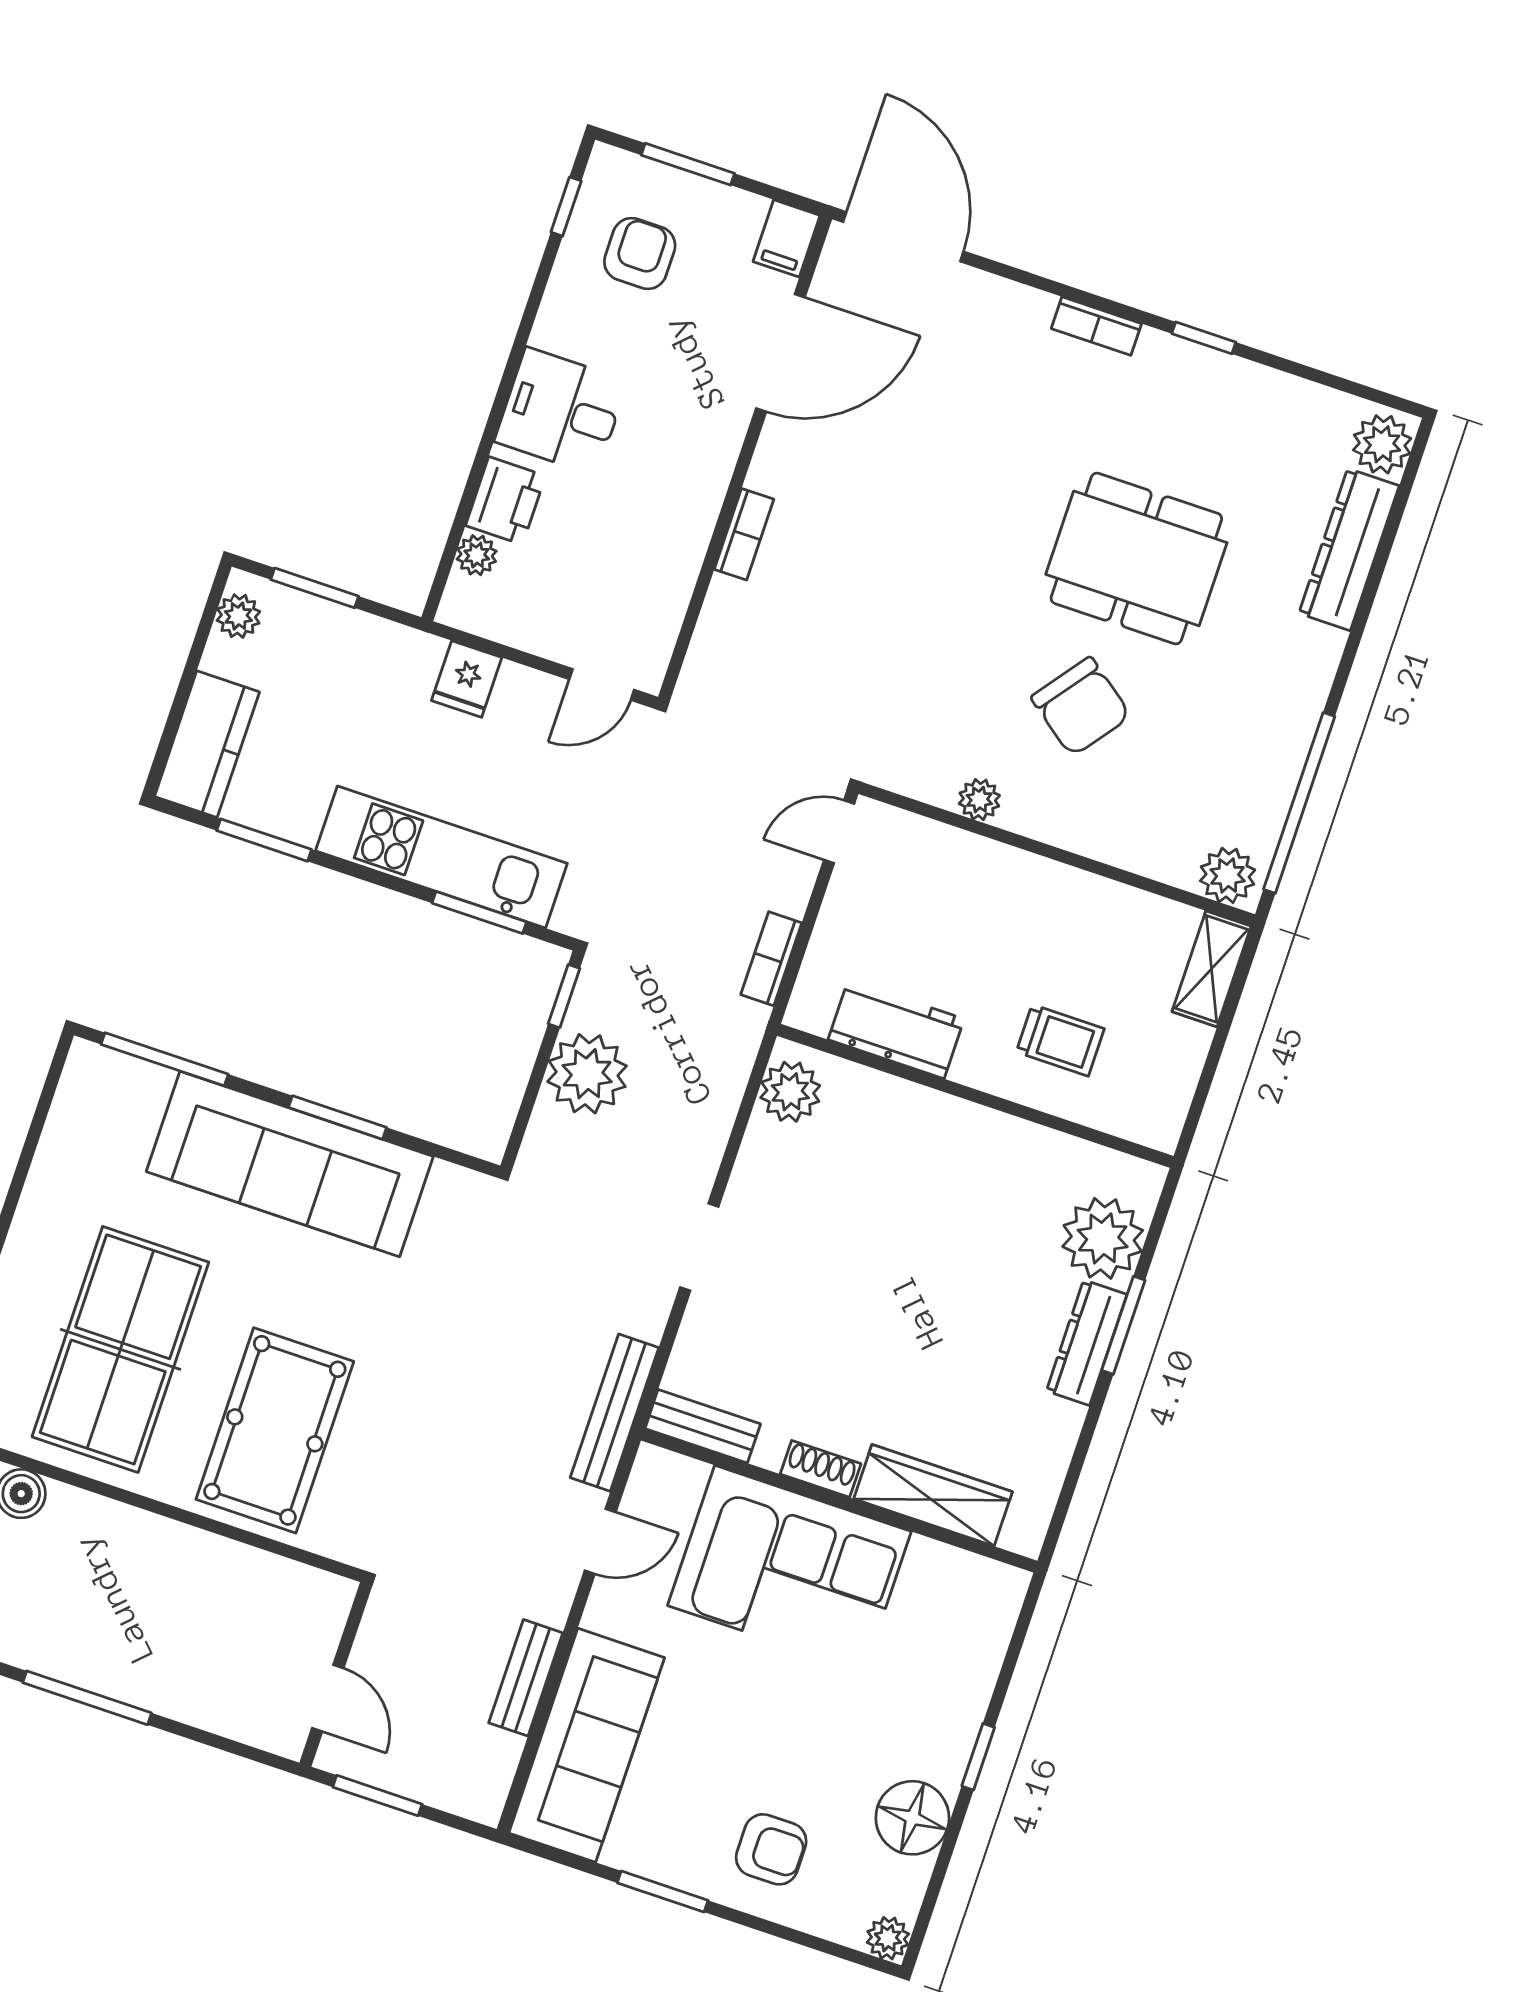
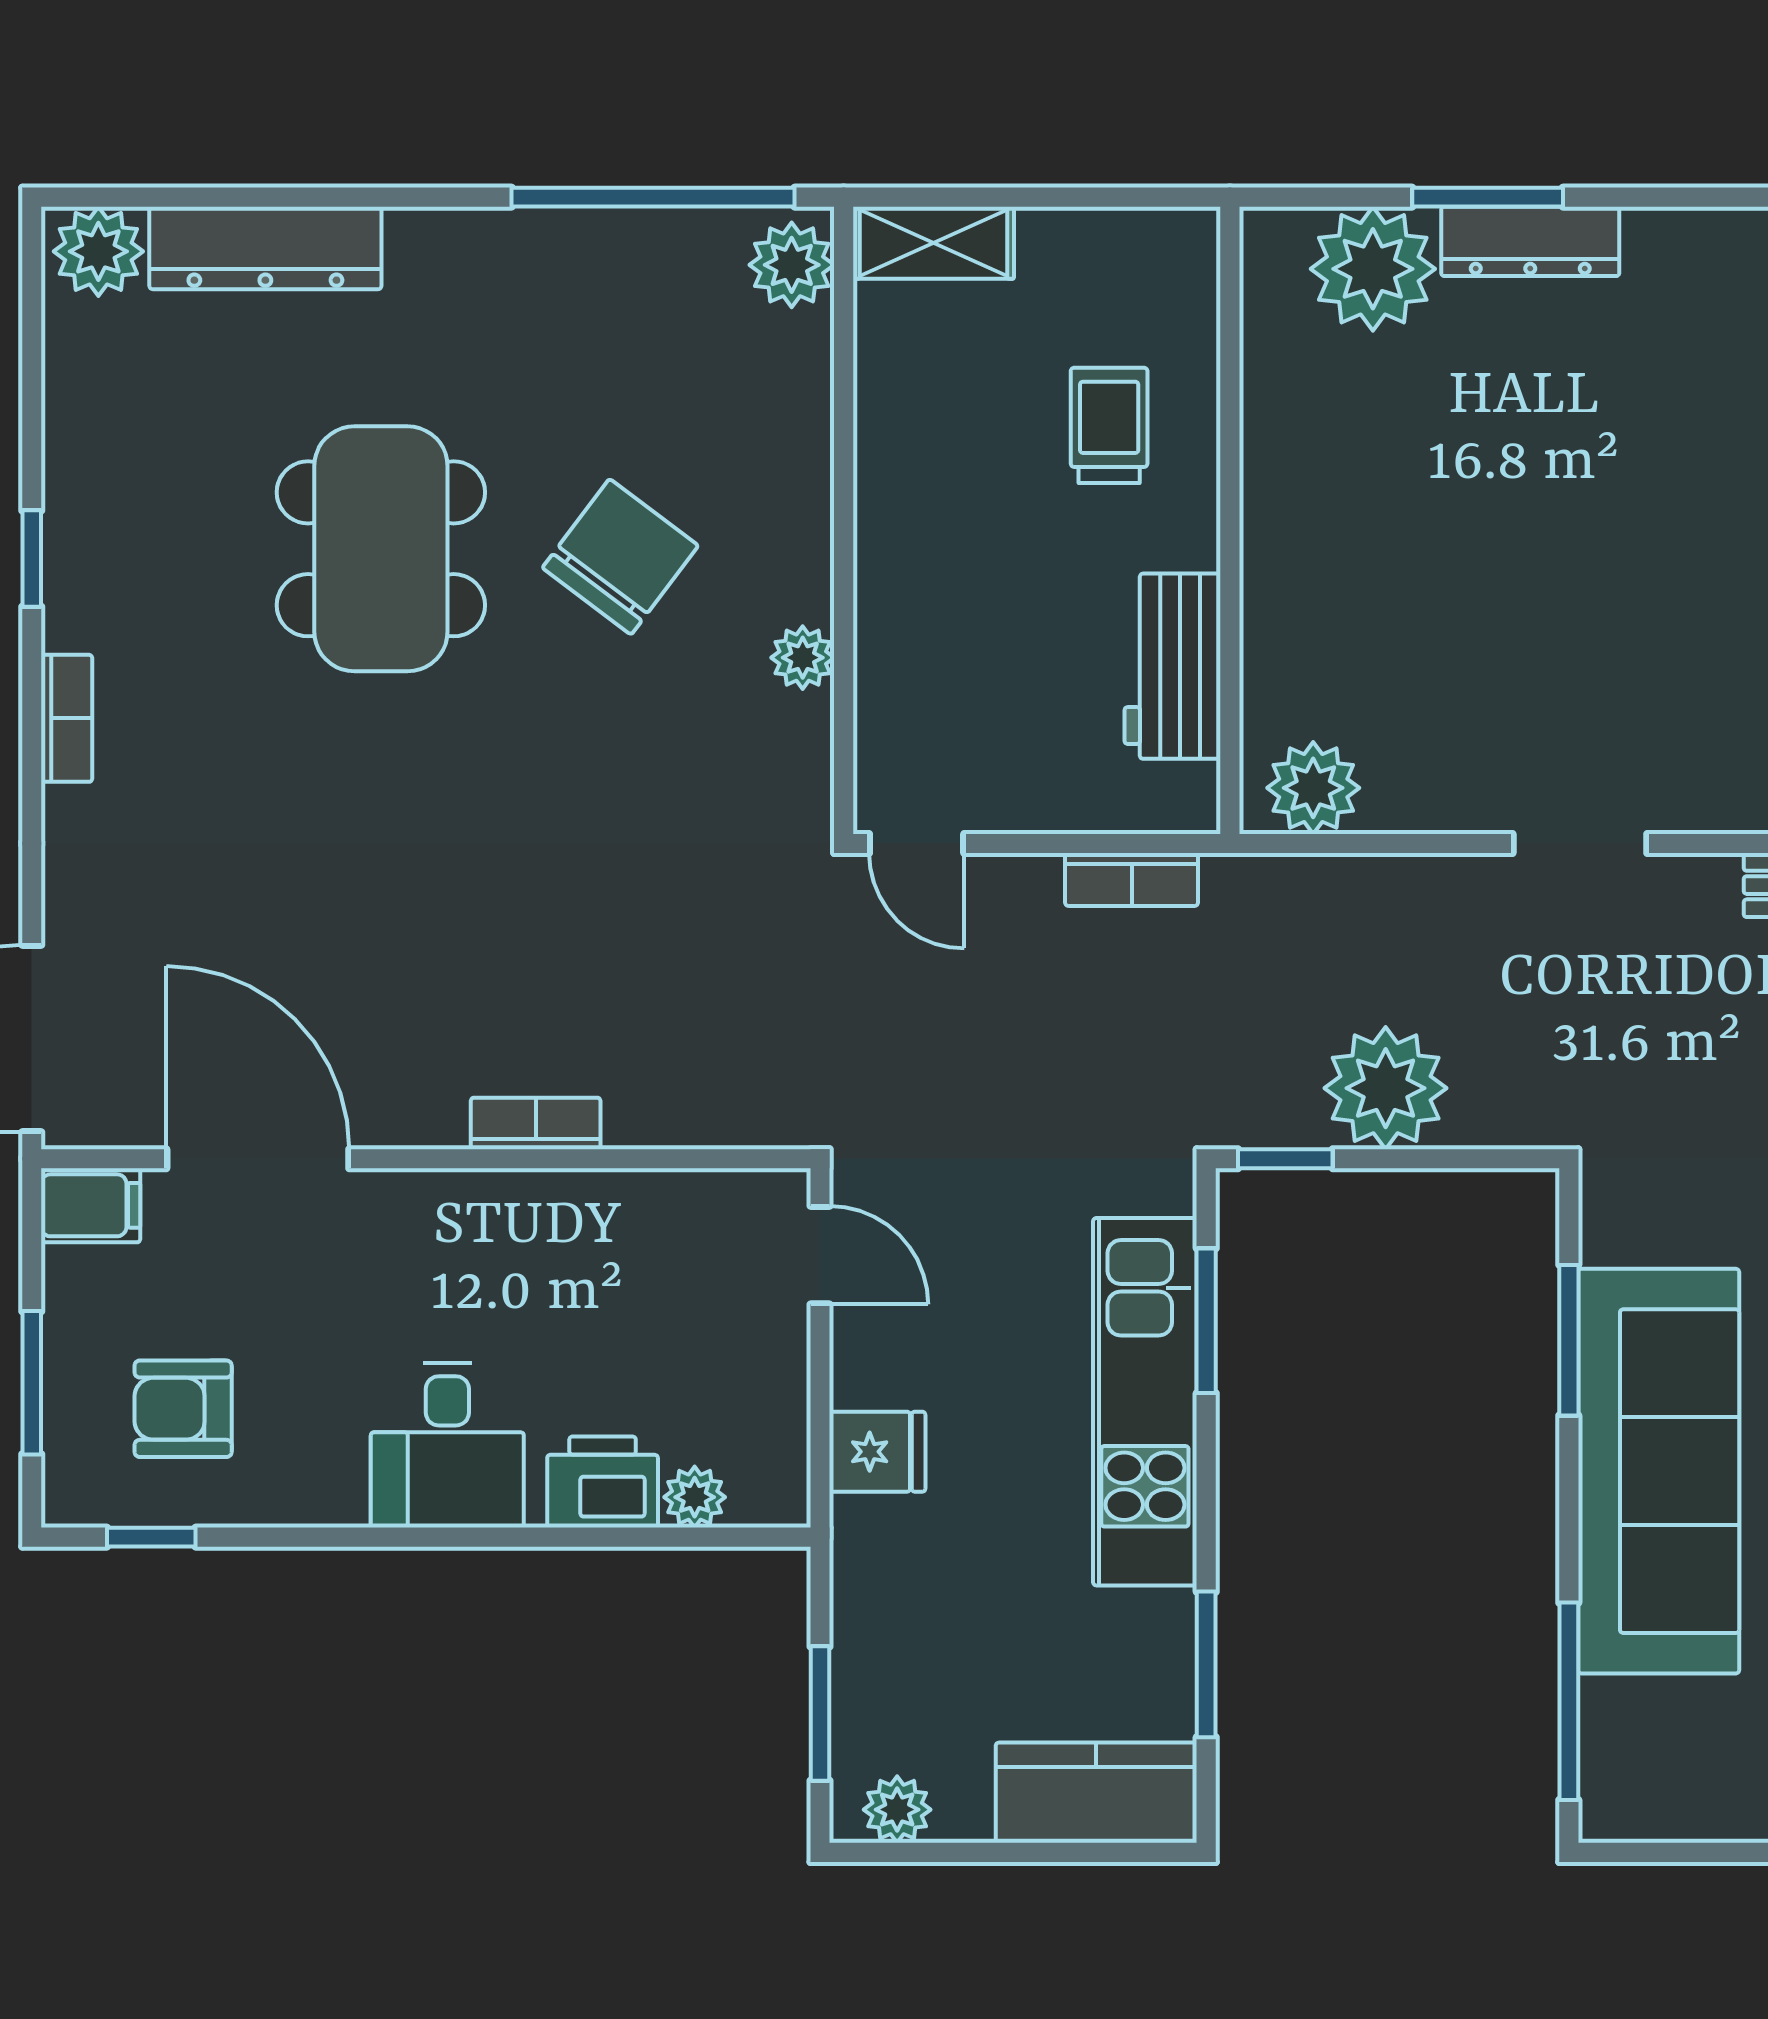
window: (338, 1117) -> (1569, 1340), moved

